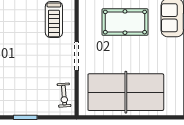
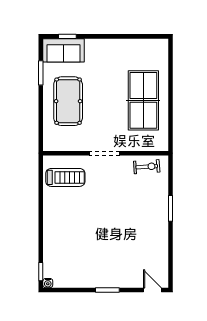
table tennis table: (126, 92) -> (143, 100), width x0.73, depth x0.76

